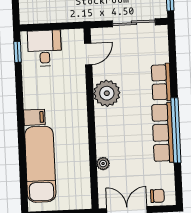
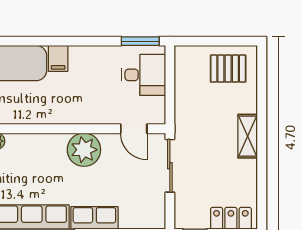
sliding door: (134, 23) -> (170, 166), moved
window: (18, 52) -> (140, 41), width x1.50

